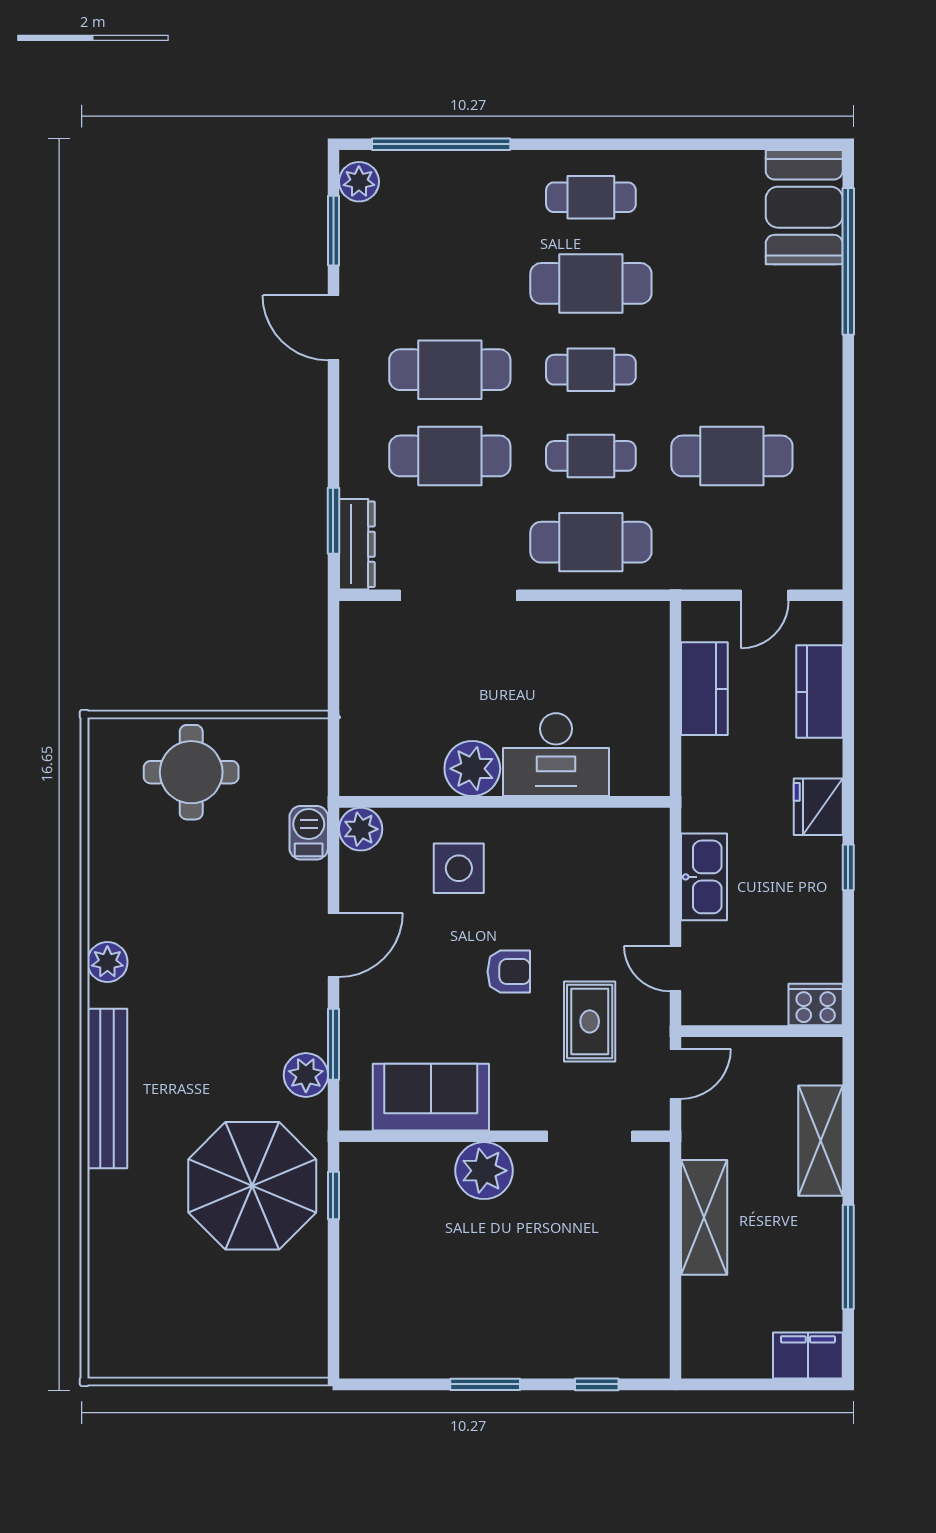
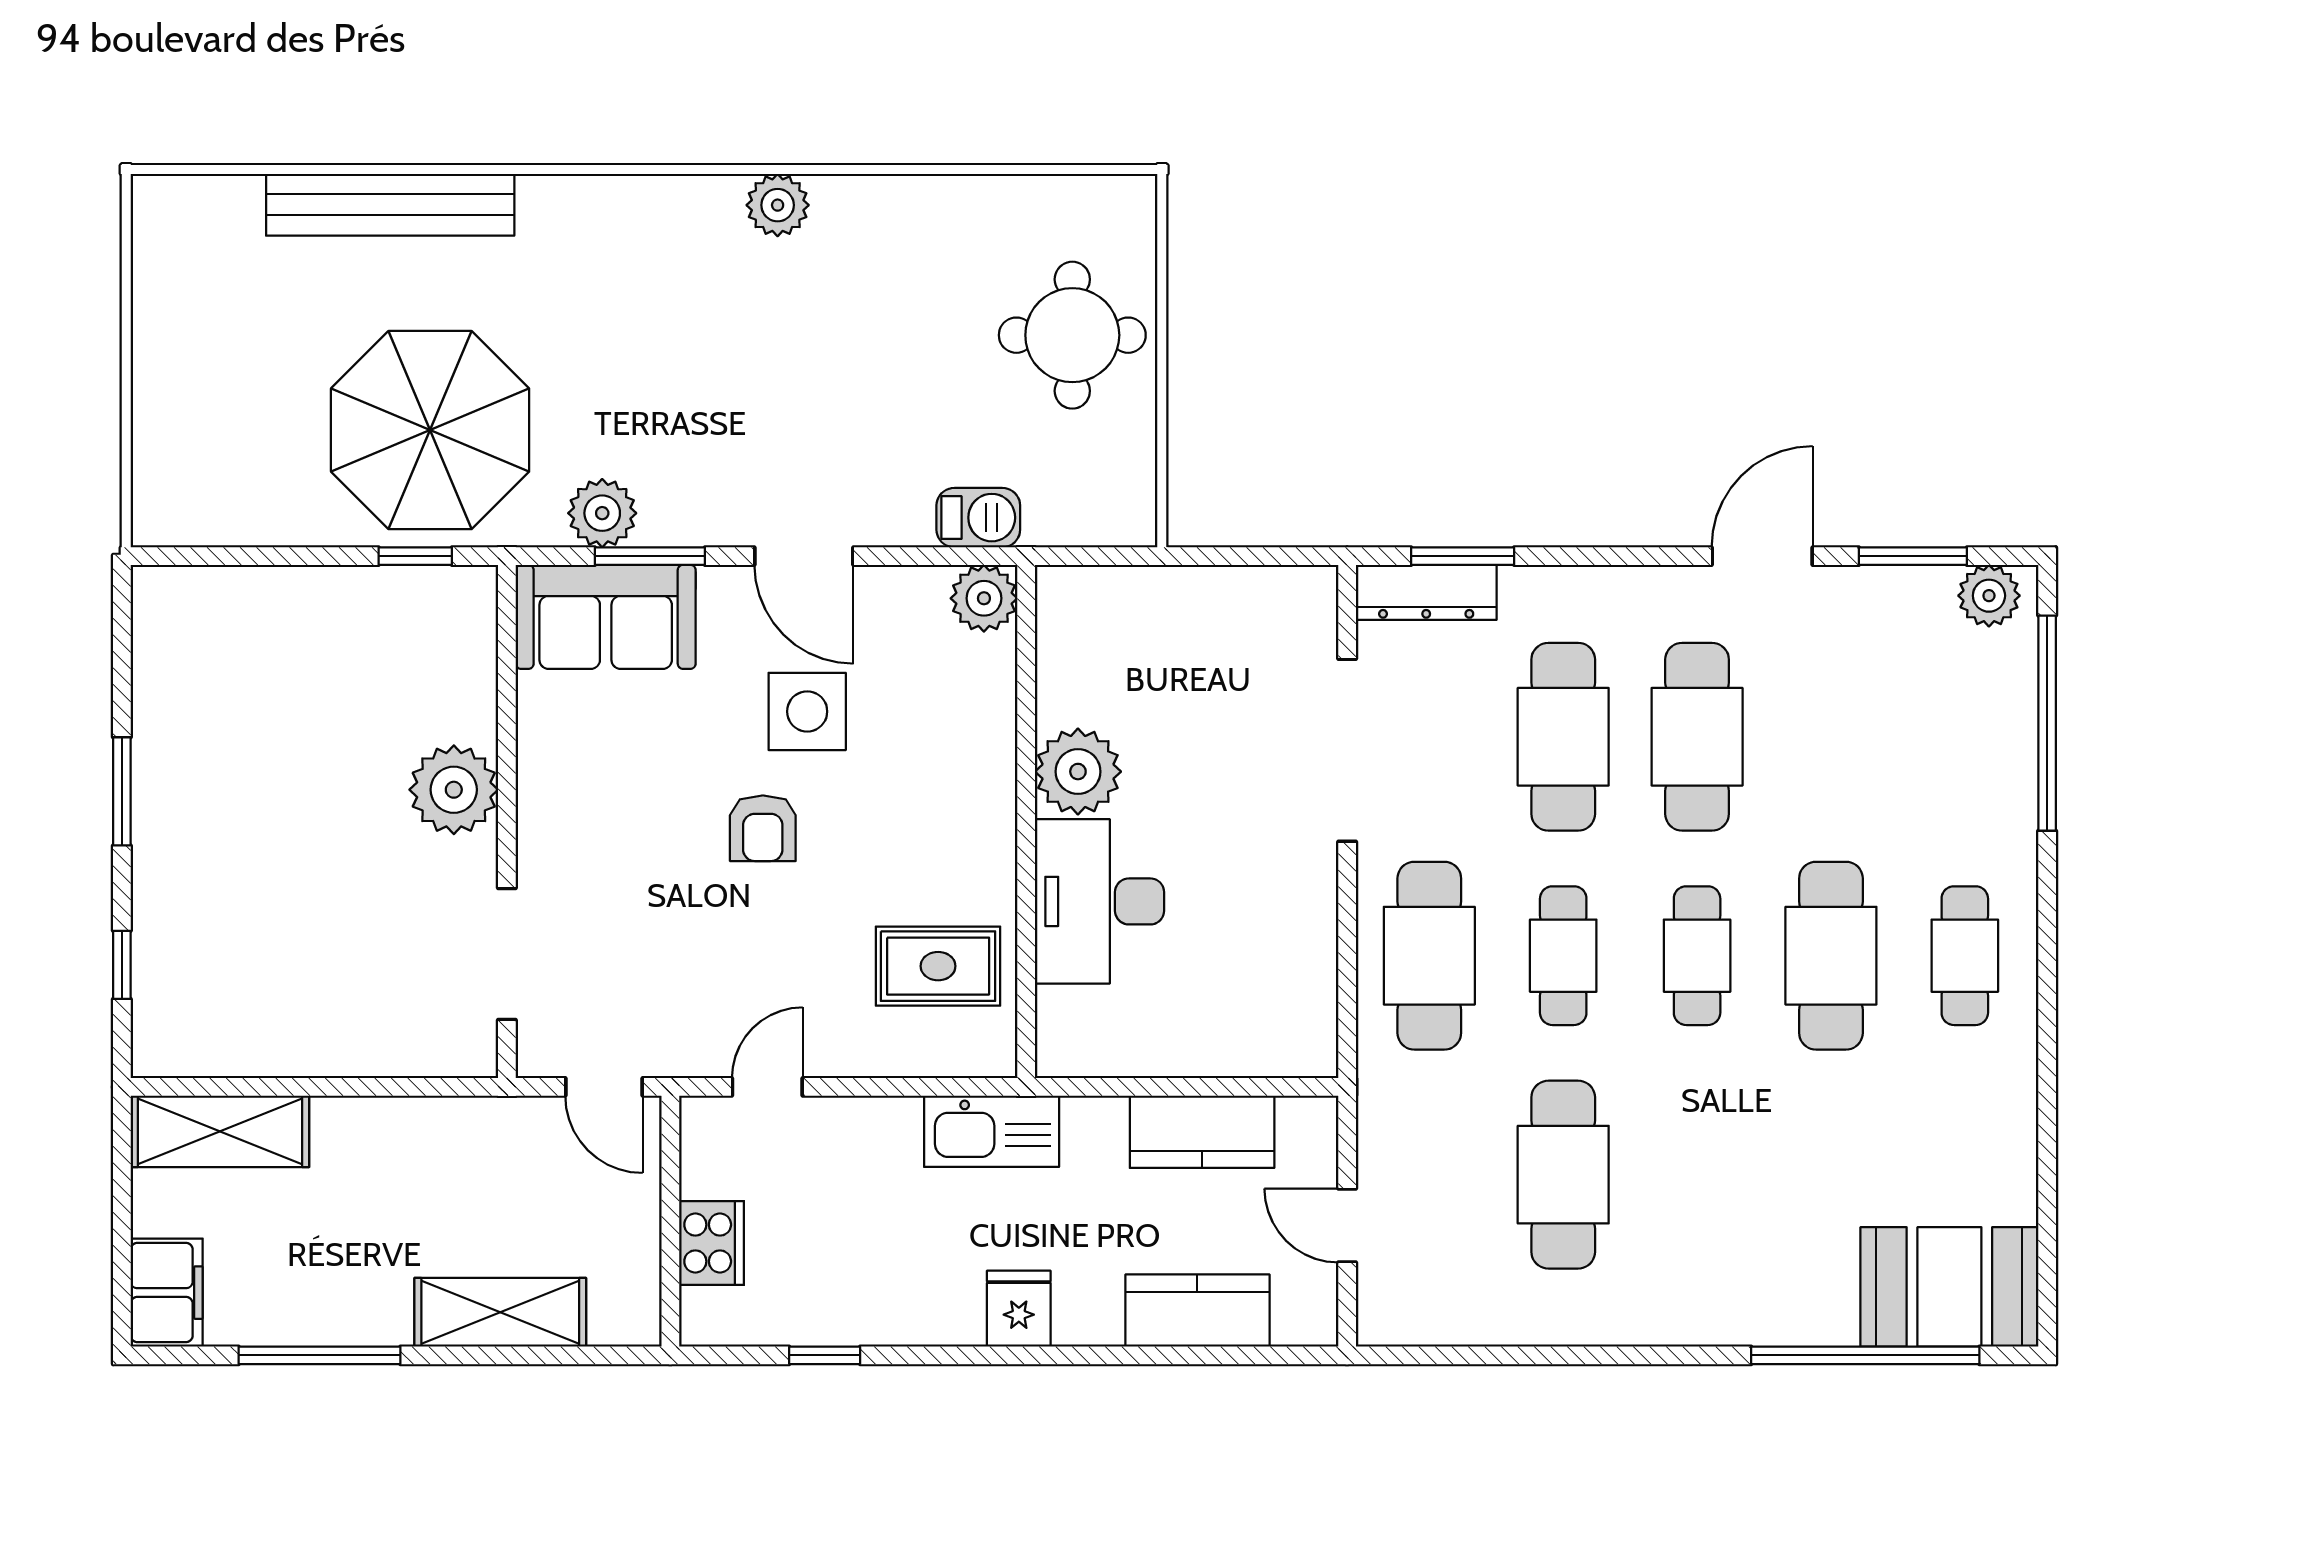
fridge: (818, 807) -> (1019, 1309), width x0.72
window: (848, 867) -> (825, 1355), moved
side table: (459, 868) -> (807, 711), moved
kitchen sink: (704, 877) -> (992, 1131), moved
cooker: (816, 1005) -> (712, 1243), moved
rug: (590, 1021) -> (938, 966), moved
bench: (107, 1089) -> (390, 205), moved
sofa: (431, 1097) -> (606, 617), moved, turned 90
shelving: (704, 1217) -> (220, 1131), moved

